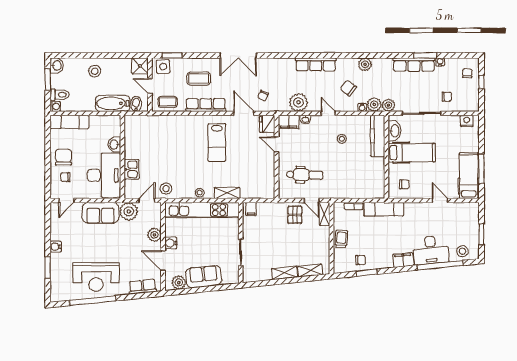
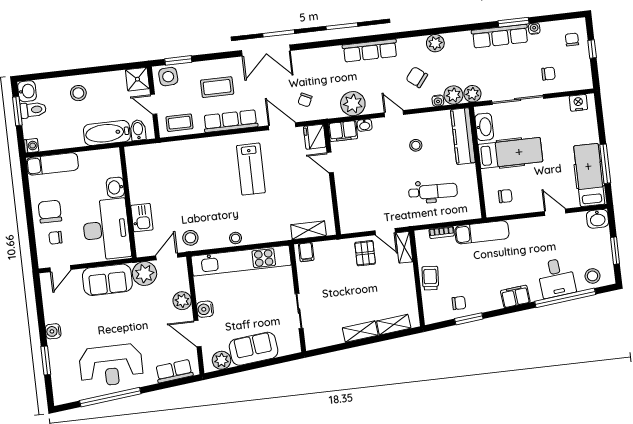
toilet: (60, 95) -> (33, 110), moved
dental chair: (305, 175) -> (433, 191), moved
shelving: (227, 193) -> (308, 230), moved
washbasin: (471, 209) -> (598, 219), added
desk: (431, 250) -> (556, 278), width x0.73

